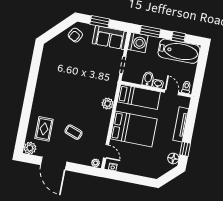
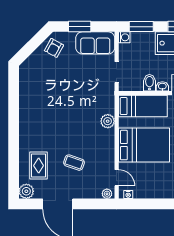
washing machine: (138, 42) -> (124, 37), width x0.53, depth x0.53

